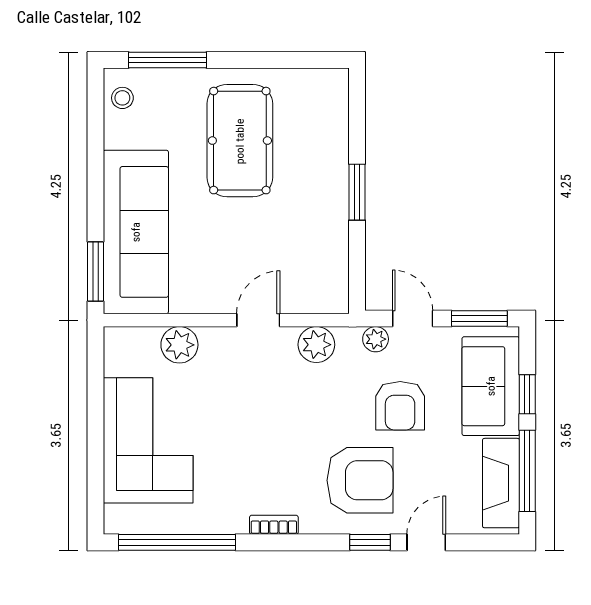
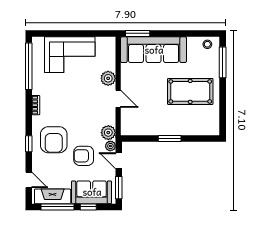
door: (413, 319) -> (119, 161), swing flipped
plant: (179, 345) -> (108, 78), moved
plant: (316, 345) -> (108, 133), moved
door: (426, 542) -> (29, 180), moved

